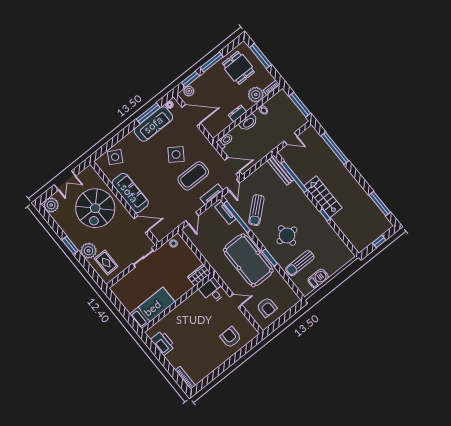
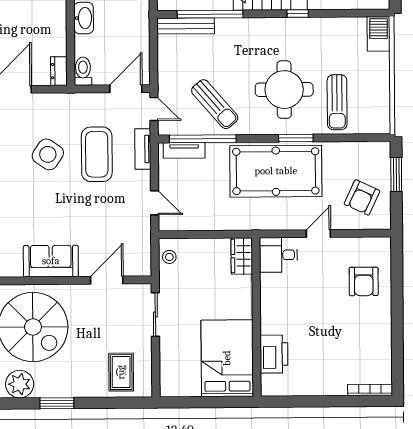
dresser: (237, 113) -> (59, 71), moved
sofa: (130, 193) -> (51, 261), width x0.73
round table: (287, 235) -> (284, 90), width x1.36, depth x1.36
plant: (89, 251) -> (20, 384), moved
rug: (106, 263) -> (121, 372), turned 90
barbecue: (318, 279) -> (379, 34), moved
armchair: (267, 307) -> (362, 197), turned 115
bed: (152, 308) -> (227, 358), width x1.50
window: (289, 314) -> (396, 175), added
armchair: (231, 337) -> (364, 281), turned -90
printer: (163, 343) -> (274, 354), moved, turned 90

